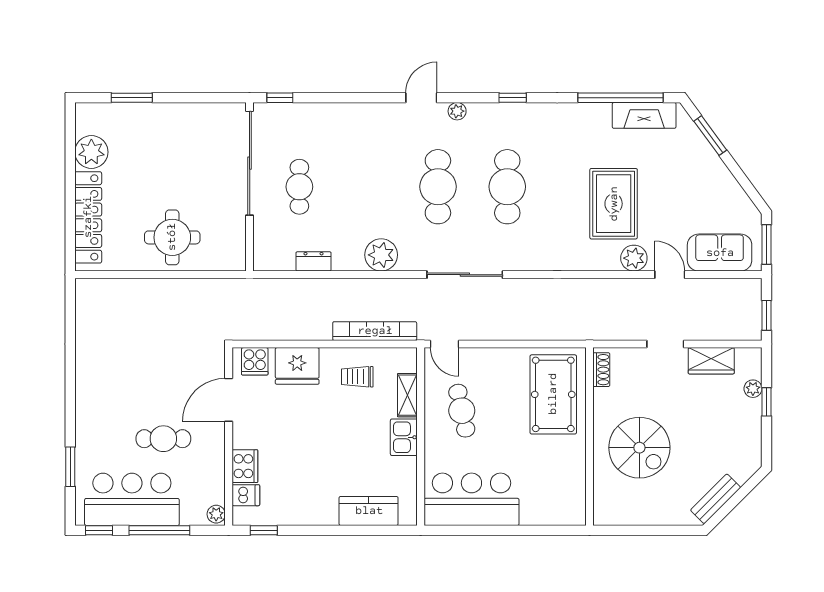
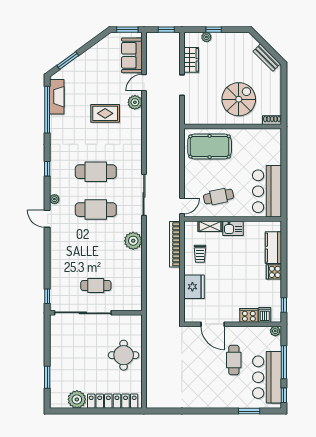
rug: (614, 204) -> (105, 113), width x0.73, depth x0.70
dresser: (314, 261) -> (137, 278), removed
cooker: (255, 361) -> (274, 272), moved, turned 180
shoe rack: (601, 370) -> (272, 120), moved

